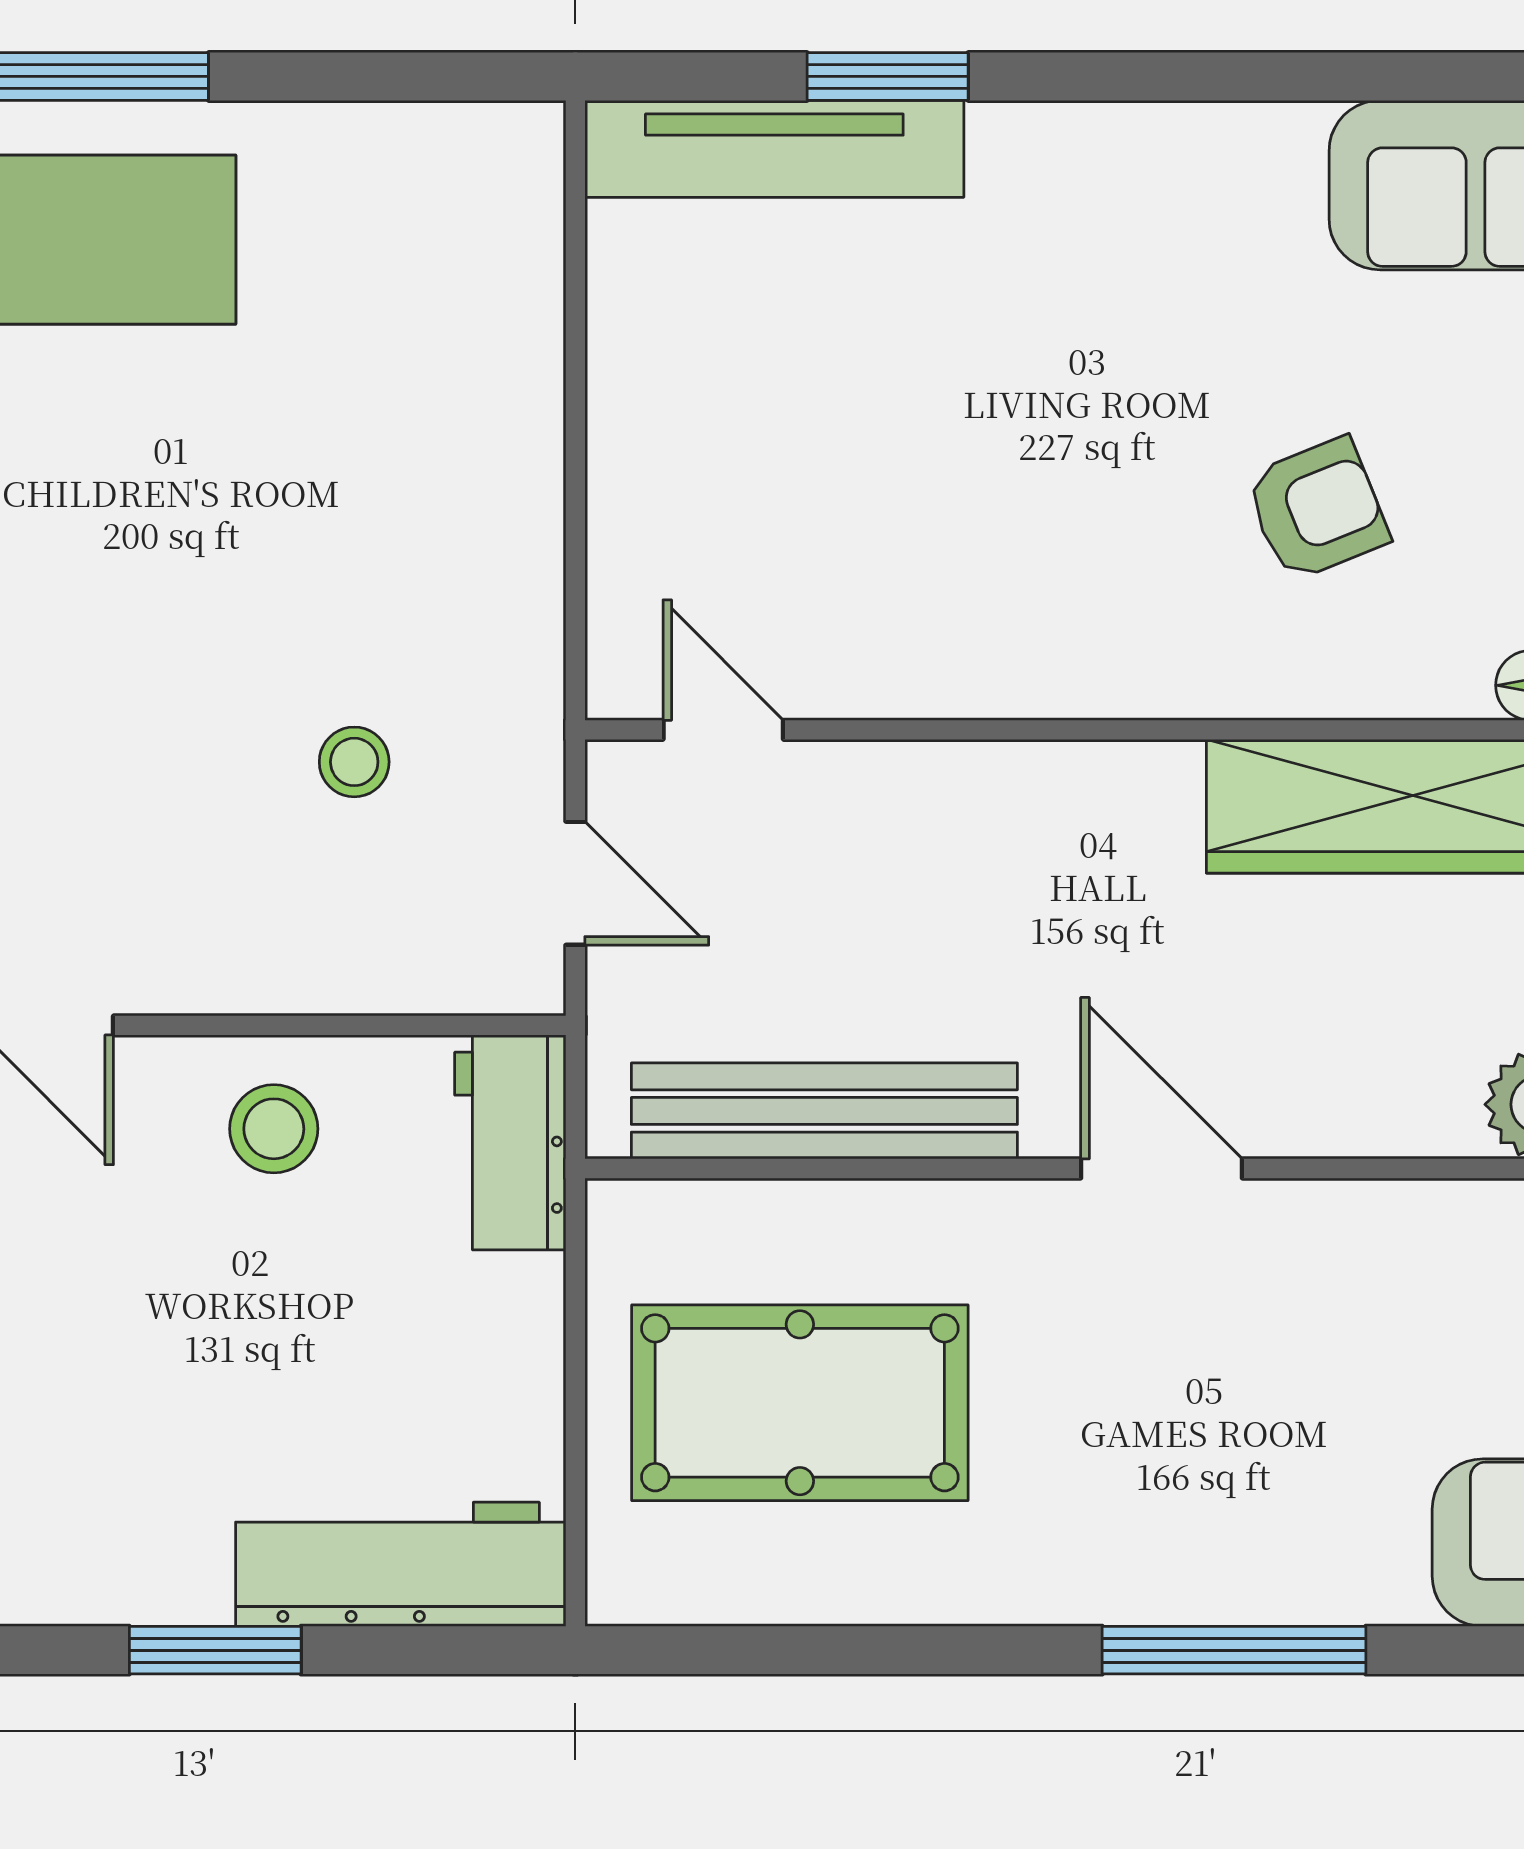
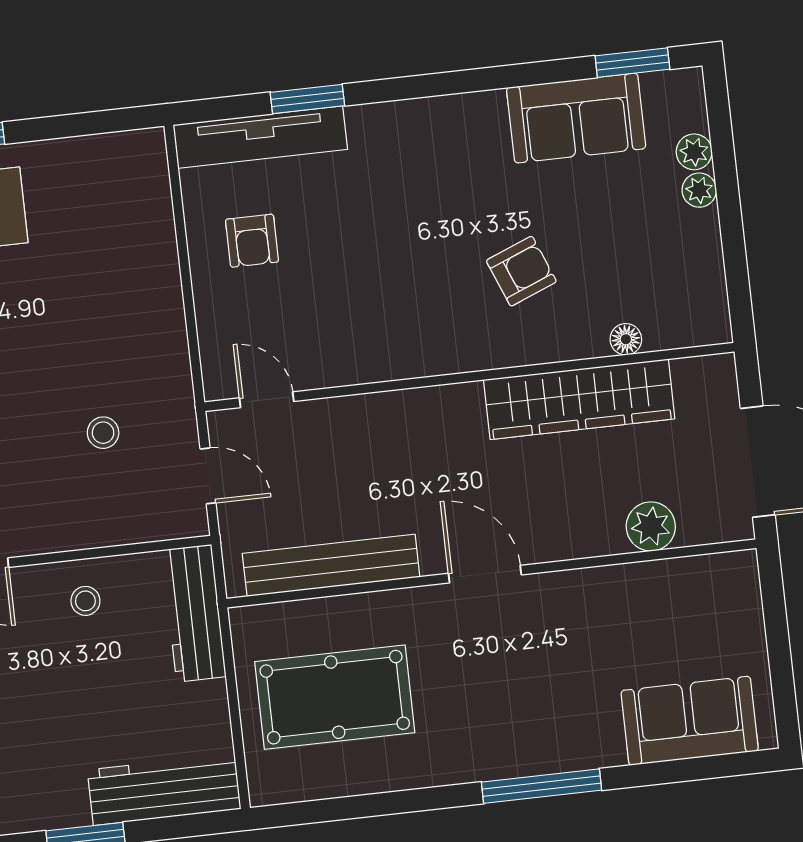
armchair: (730, 375) -> (252, 241), added
stool: (274, 1129) -> (85, 601), width x0.73, depth x0.73
workbench: (510, 1142) -> (194, 613), width x1.38

